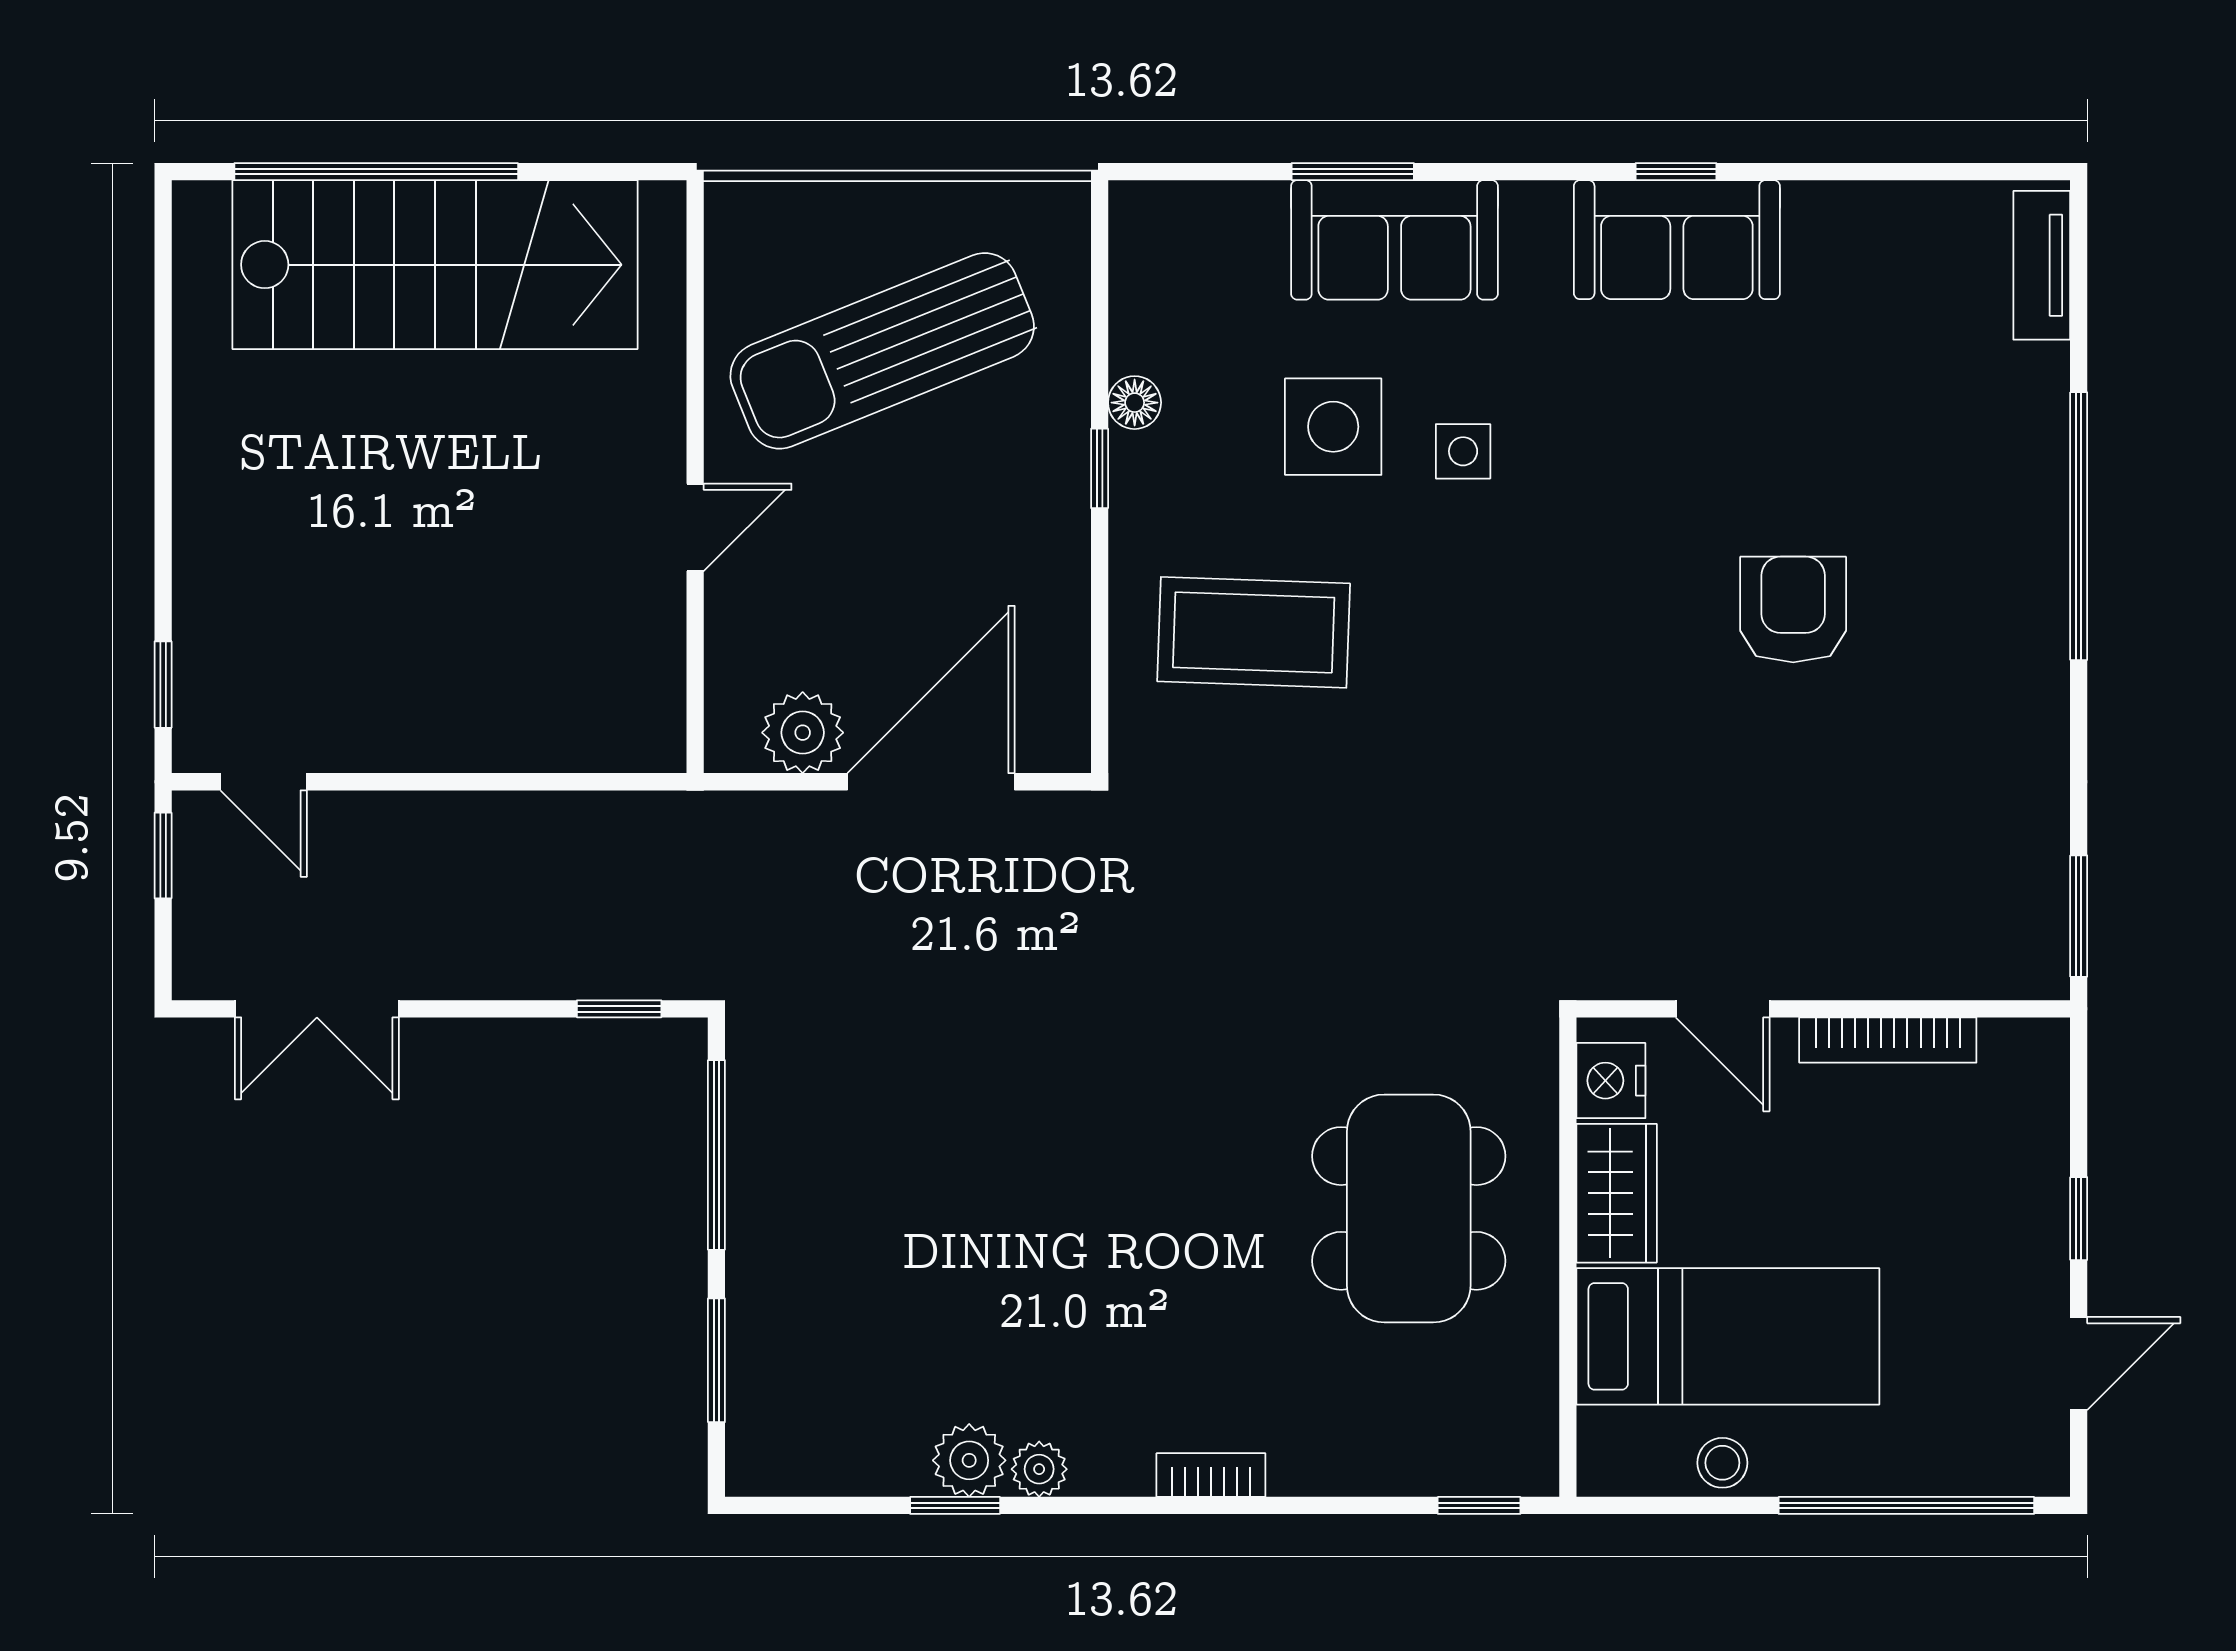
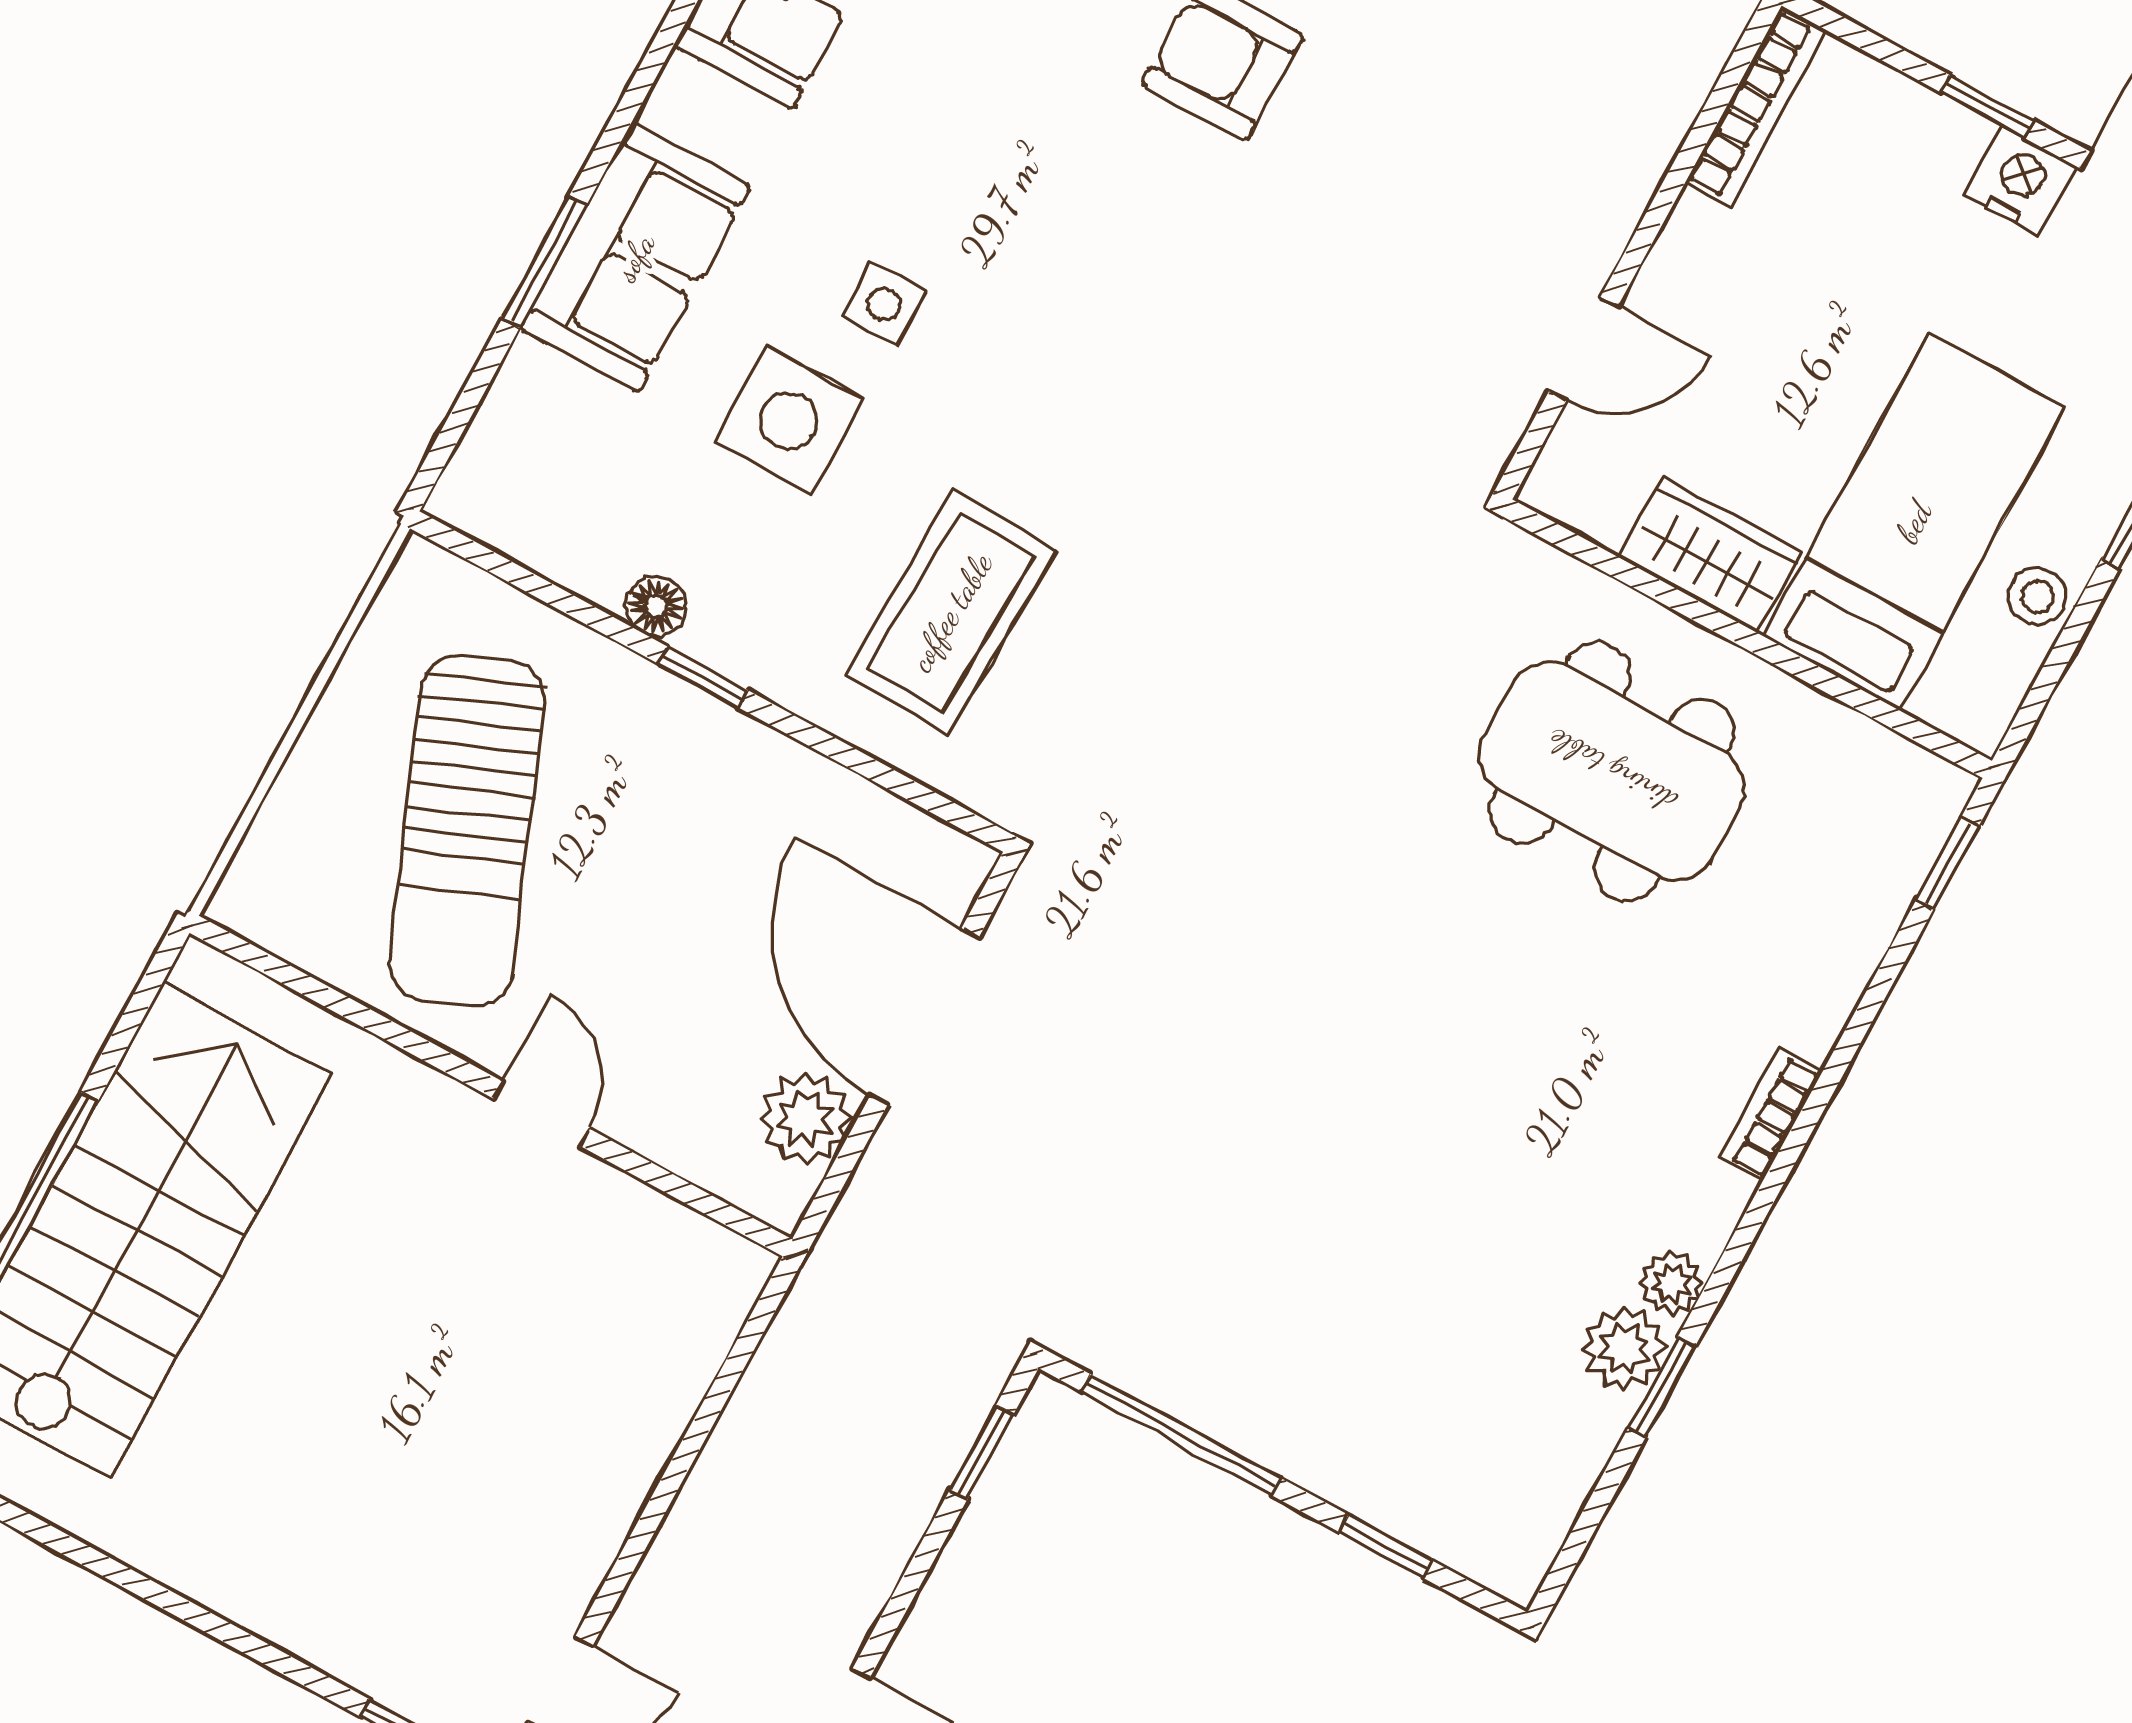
bookcase: (1888, 1040) -> (1756, 107), moved
nightstand: (1611, 1081) -> (2020, 180), moved, turned 180
window: (716, 1360) -> (1386, 1547), width x0.67

